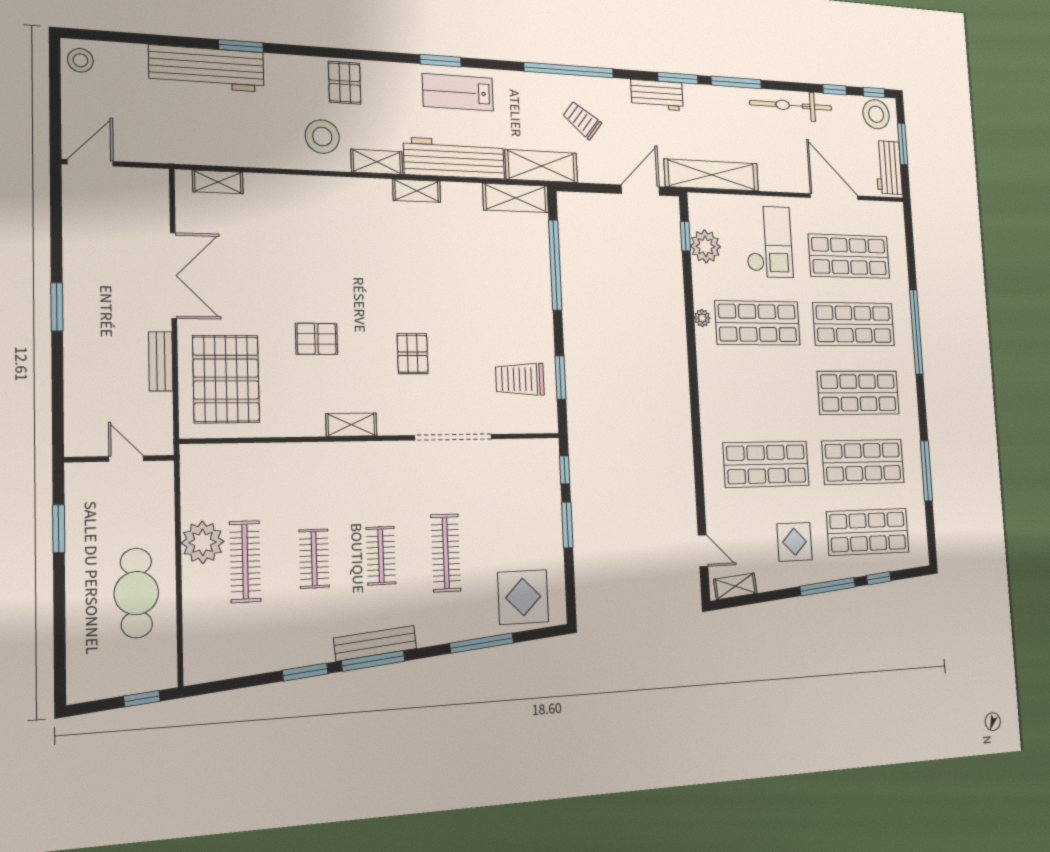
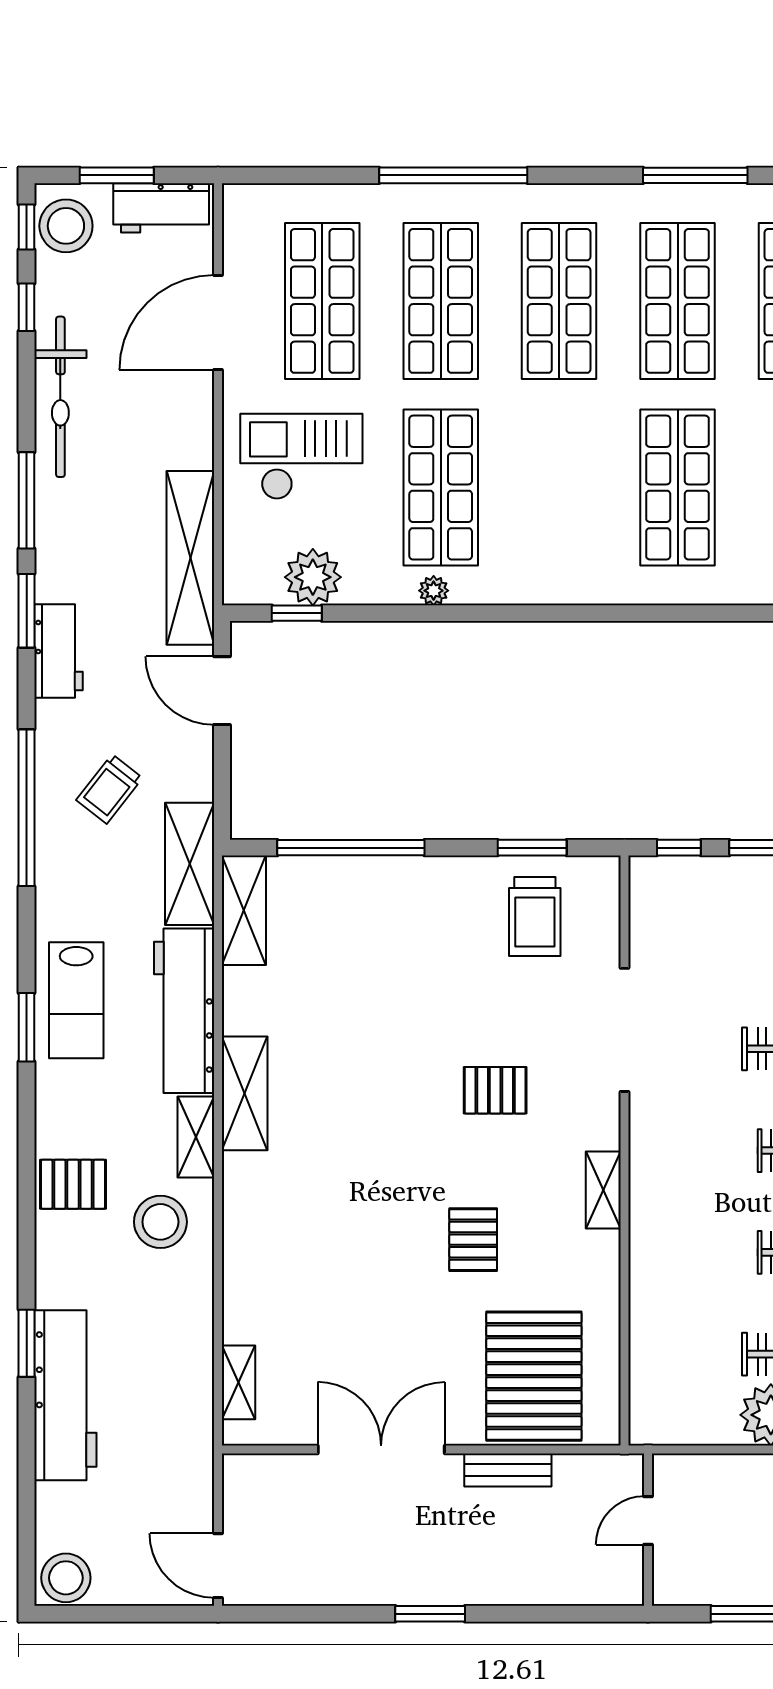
stool: (80, 60) -> (66, 1578), width x1.38, depth x1.38
shelving: (417, 191) -> (245, 1093), width x1.50, depth x1.33
pallet: (226, 379) -> (534, 1376), turned 90

